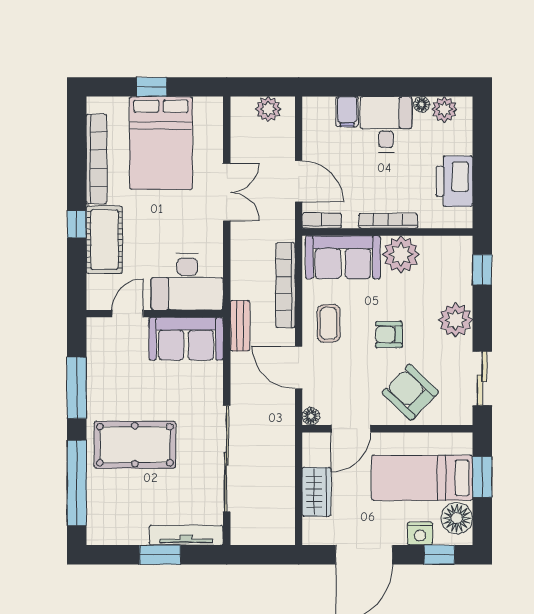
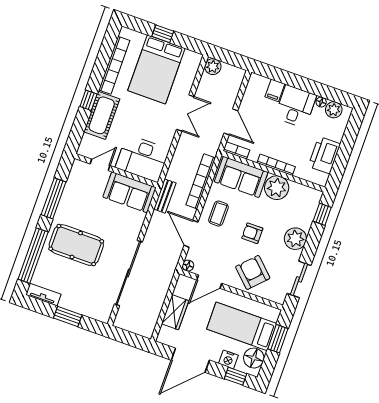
plant: (268, 109) -> (213, 67), moved
tv unit: (186, 535) -> (43, 295), moved, width x0.71

